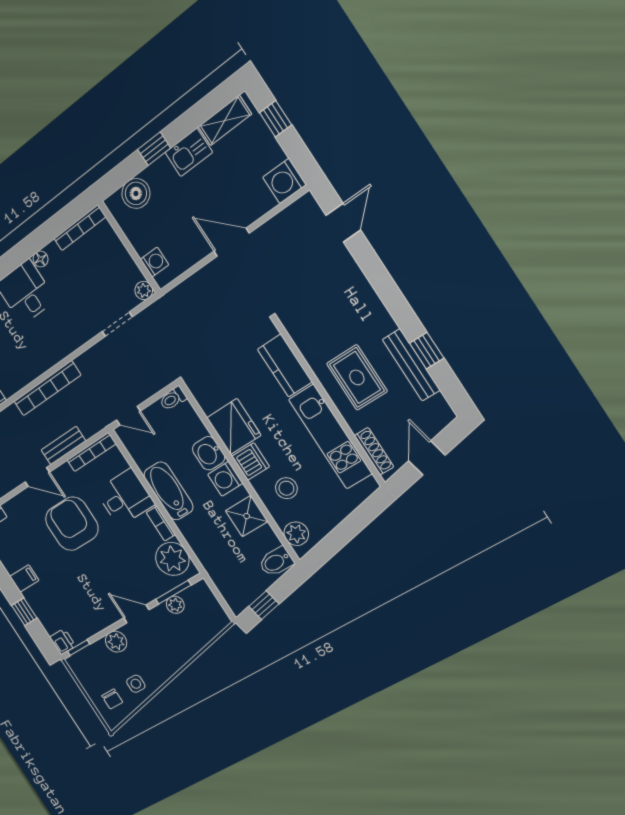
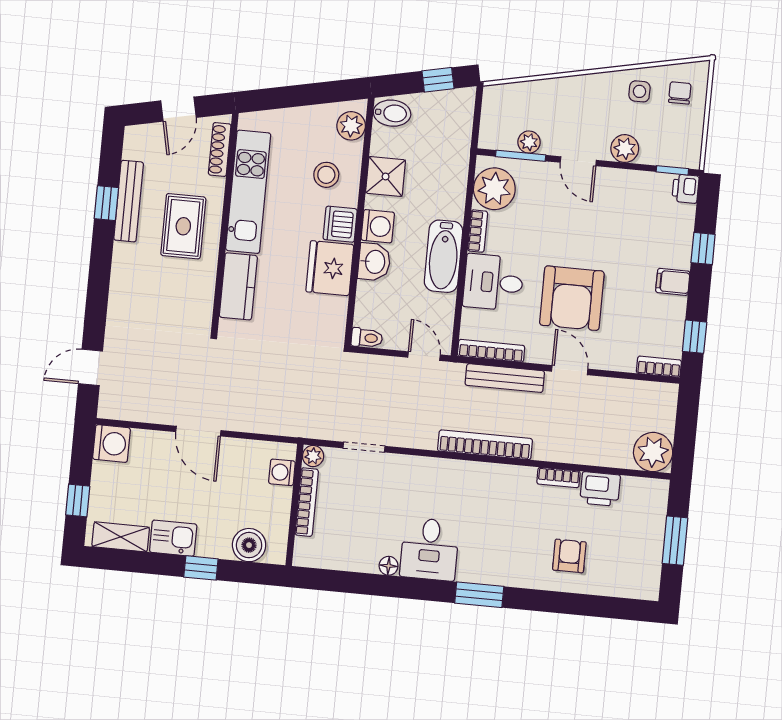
bookcase: (80, 228) -> (307, 502), moved, turned 90
bench: (63, 445) -> (505, 378), width x1.36

